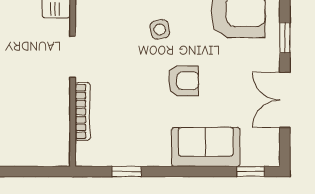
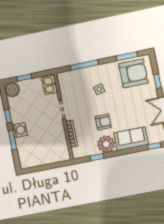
armchair: (183, 81) -> (103, 122), moved
plant: (151, 148) -> (106, 144), added

